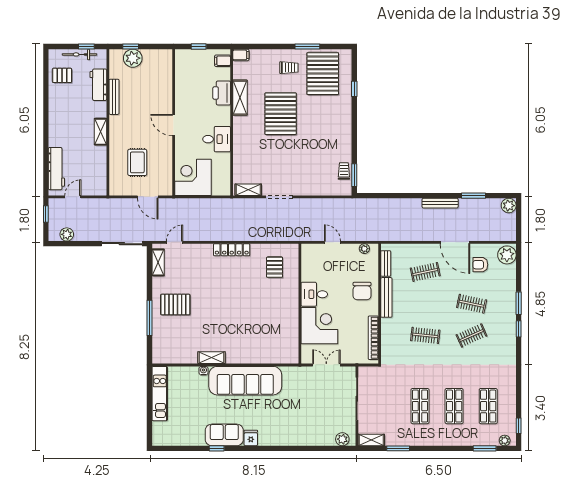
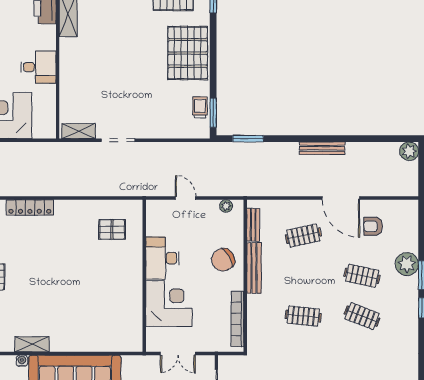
pallet: (281, 114) -> (188, 53), moved
window: (473, 196) -> (248, 139), moved
locker: (232, 250) -> (30, 207), moved
plant: (507, 255) -> (407, 264), moved
pallet: (275, 267) -> (112, 229), turned 90
chair: (362, 291) -> (223, 260), turned 60
desk: (314, 294) -> (162, 258), width x1.37
clothes rail: (472, 335) -> (362, 316), turned 45
double door: (326, 365) -> (178, 354), swing flipped

